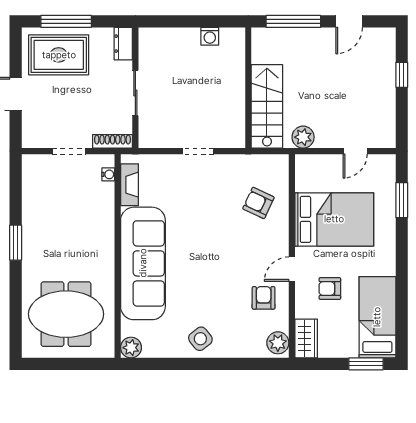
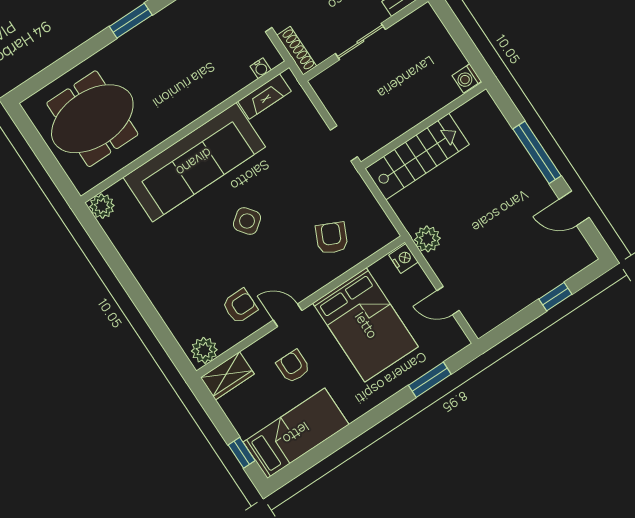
wall: (248, 88) -> (423, 125), moved
stairs: (267, 106) -> (417, 157), moved
nightstand: (306, 163) -> (403, 258), added
meeting table: (66, 314) -> (92, 119), turned 90
side table: (200, 339) -> (247, 221), moved
window: (366, 364) -> (242, 453), width x0.67

